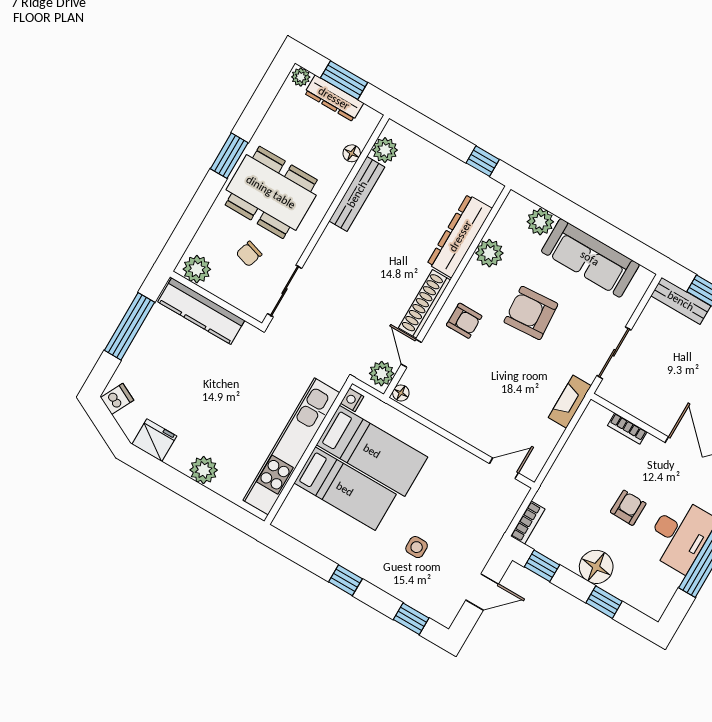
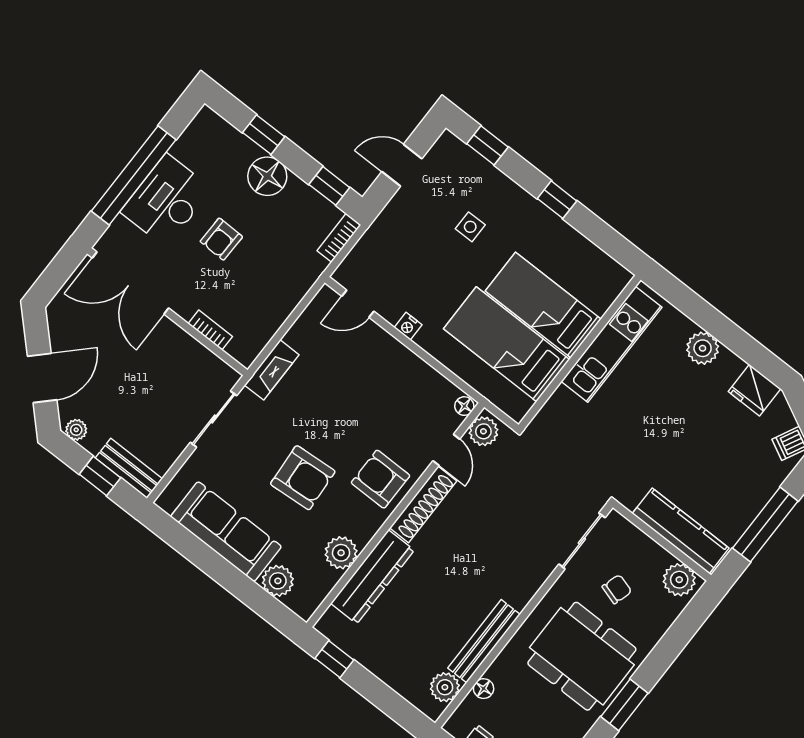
armchair: (464, 321) -> (380, 479), width x1.38, depth x1.38
nightstand: (352, 400) -> (408, 326), moved, turned 90
kitchen unit: (291, 446) -> (612, 344), width x0.73

